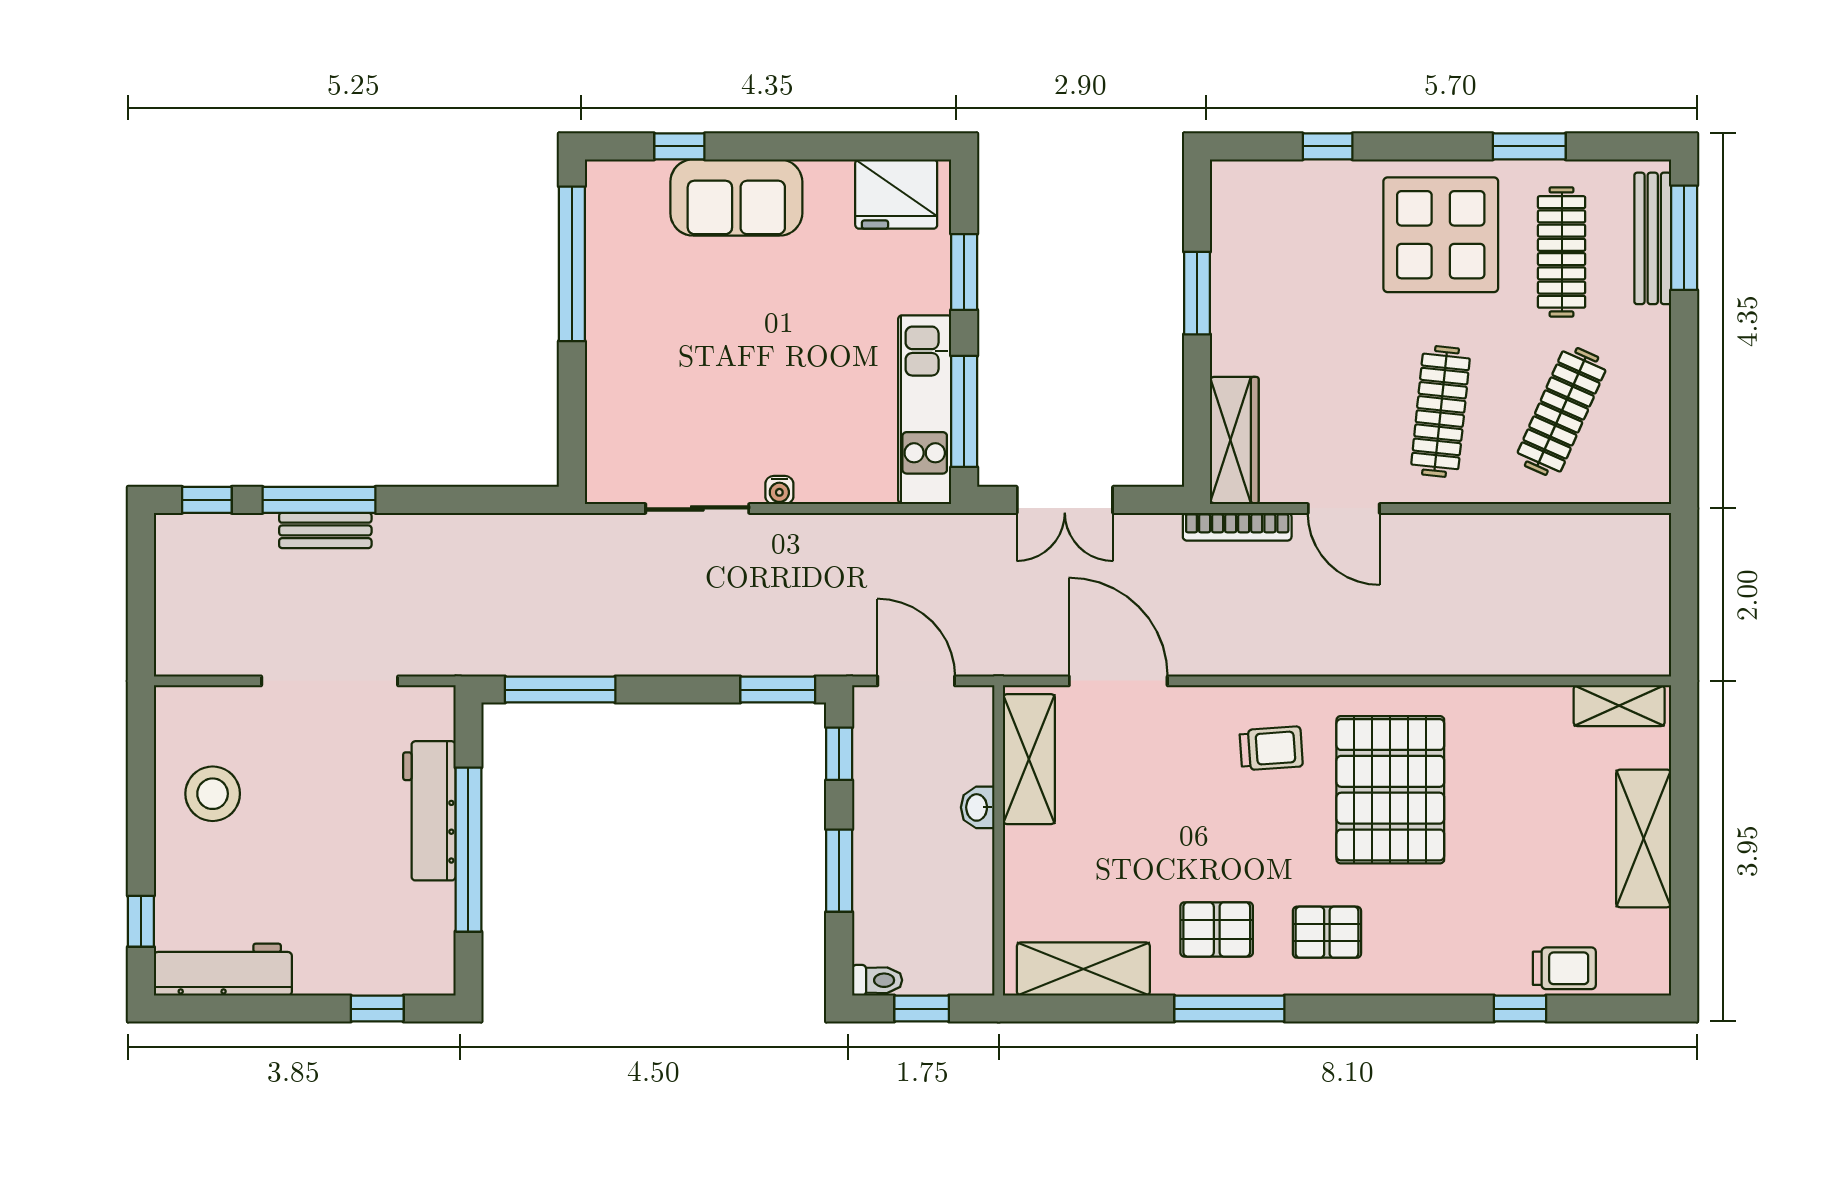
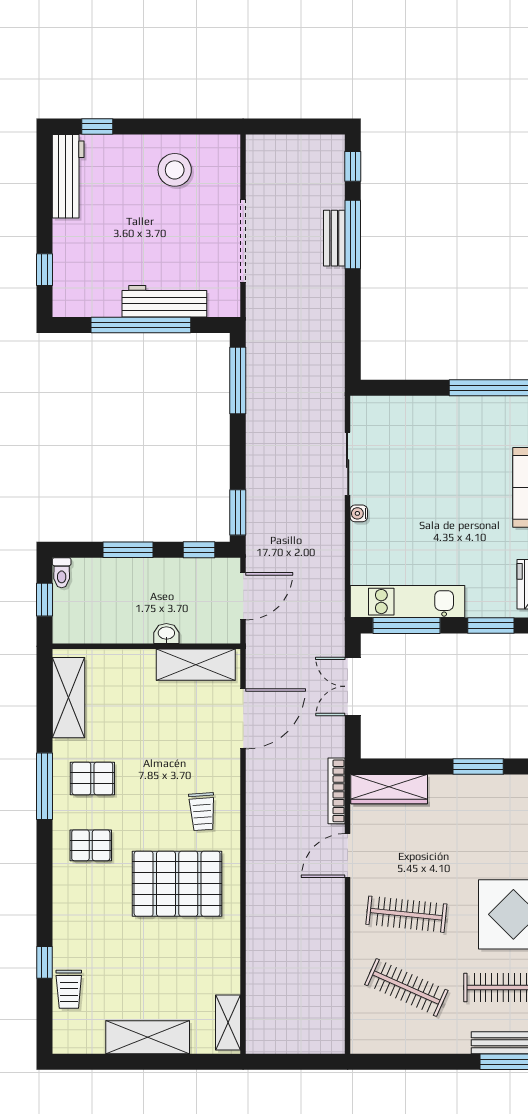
pallet: (1217, 929) -> (92, 778), turned 90
pallet: (1327, 932) -> (91, 845), turned 90

